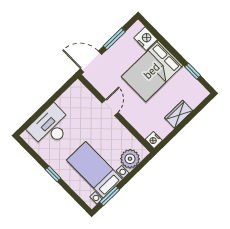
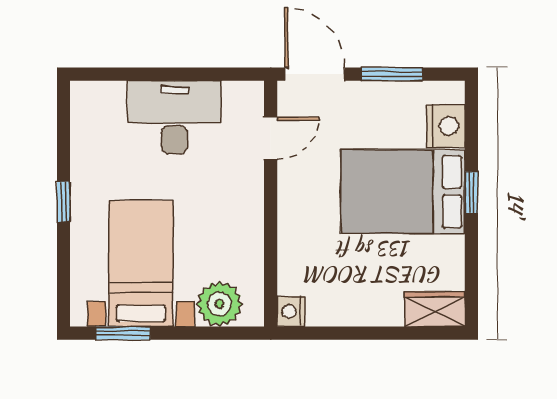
window: (193, 71) -> (471, 192), moved
door: (110, 108) -> (271, 138), moved
wardrobe: (179, 114) -> (435, 309), moved
desk: (50, 127) -> (174, 117), moved

